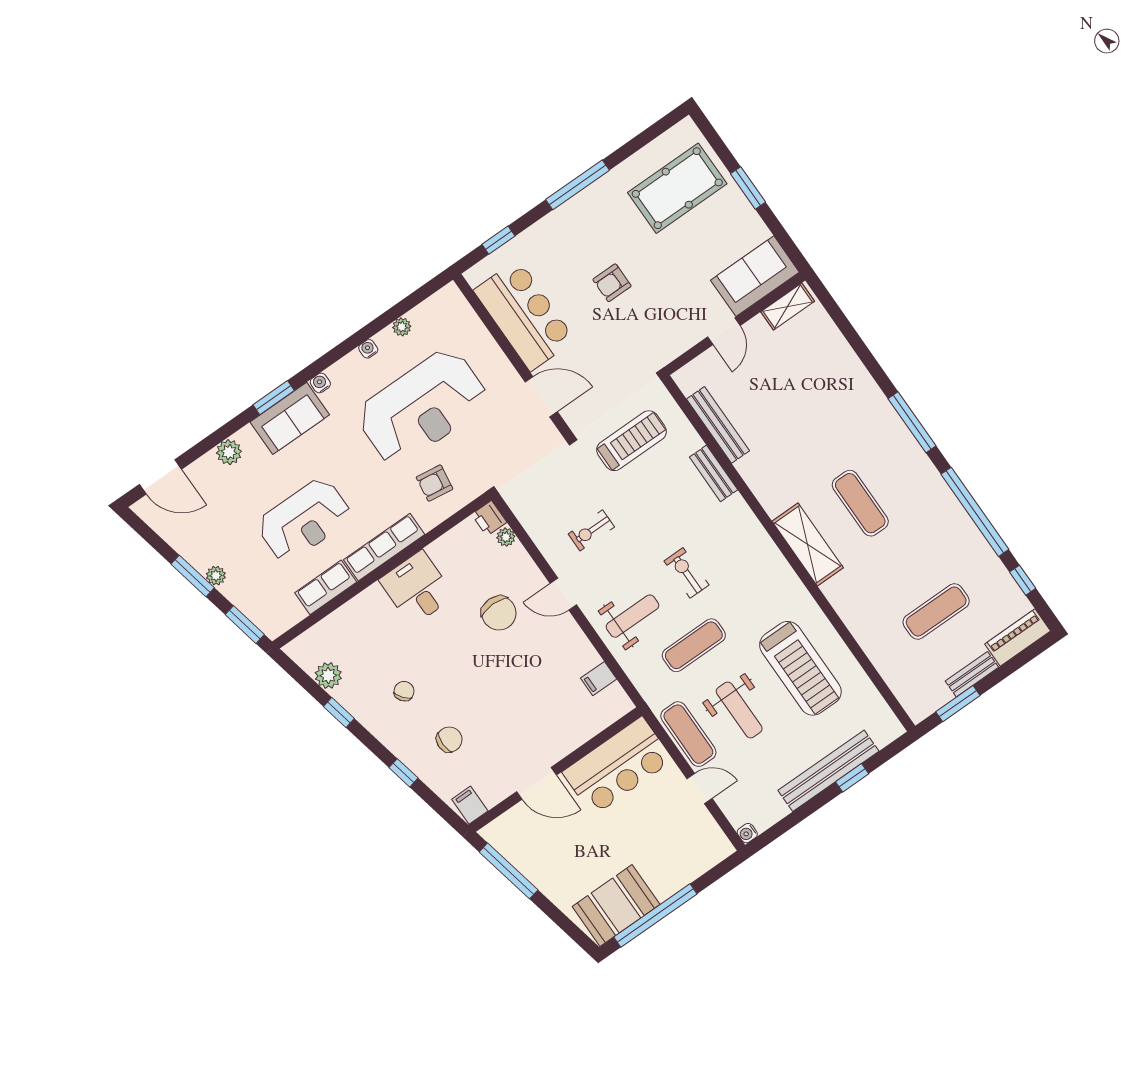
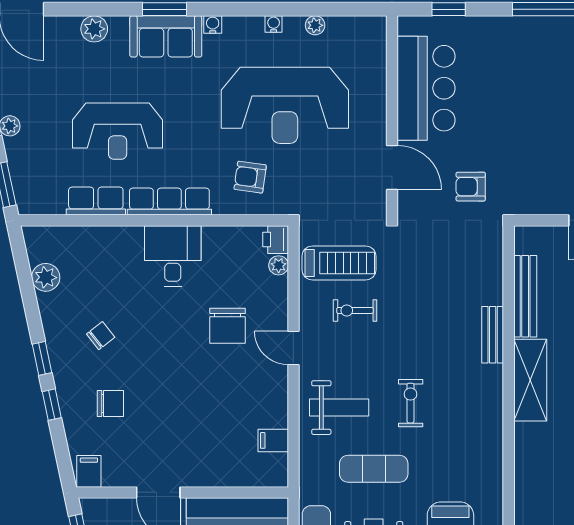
armchair: (612, 283) -> (471, 187), moved
treadmill: (632, 441) -> (339, 263), moved
shelving: (808, 544) -> (530, 380), moved
window: (339, 712) -> (42, 358), moved

